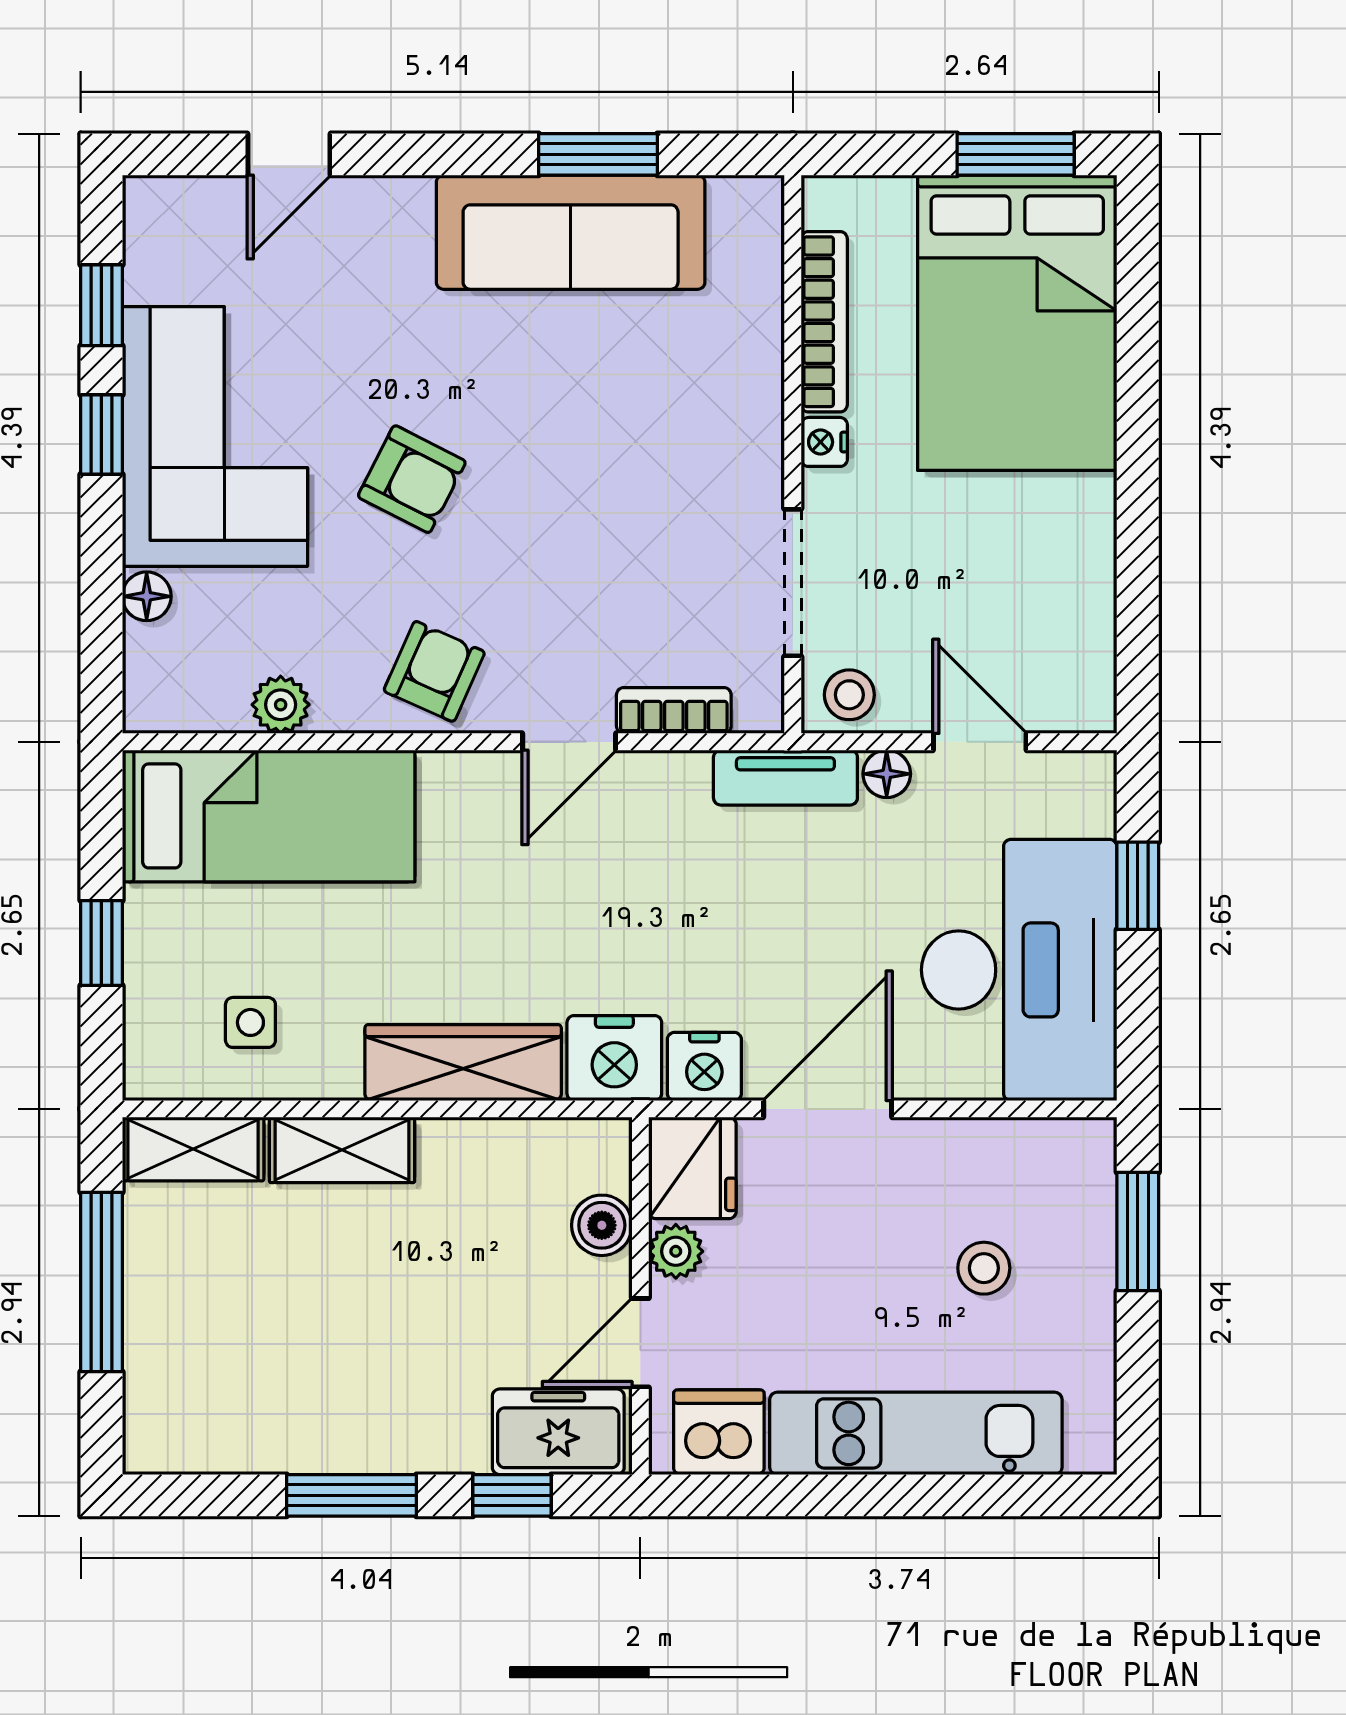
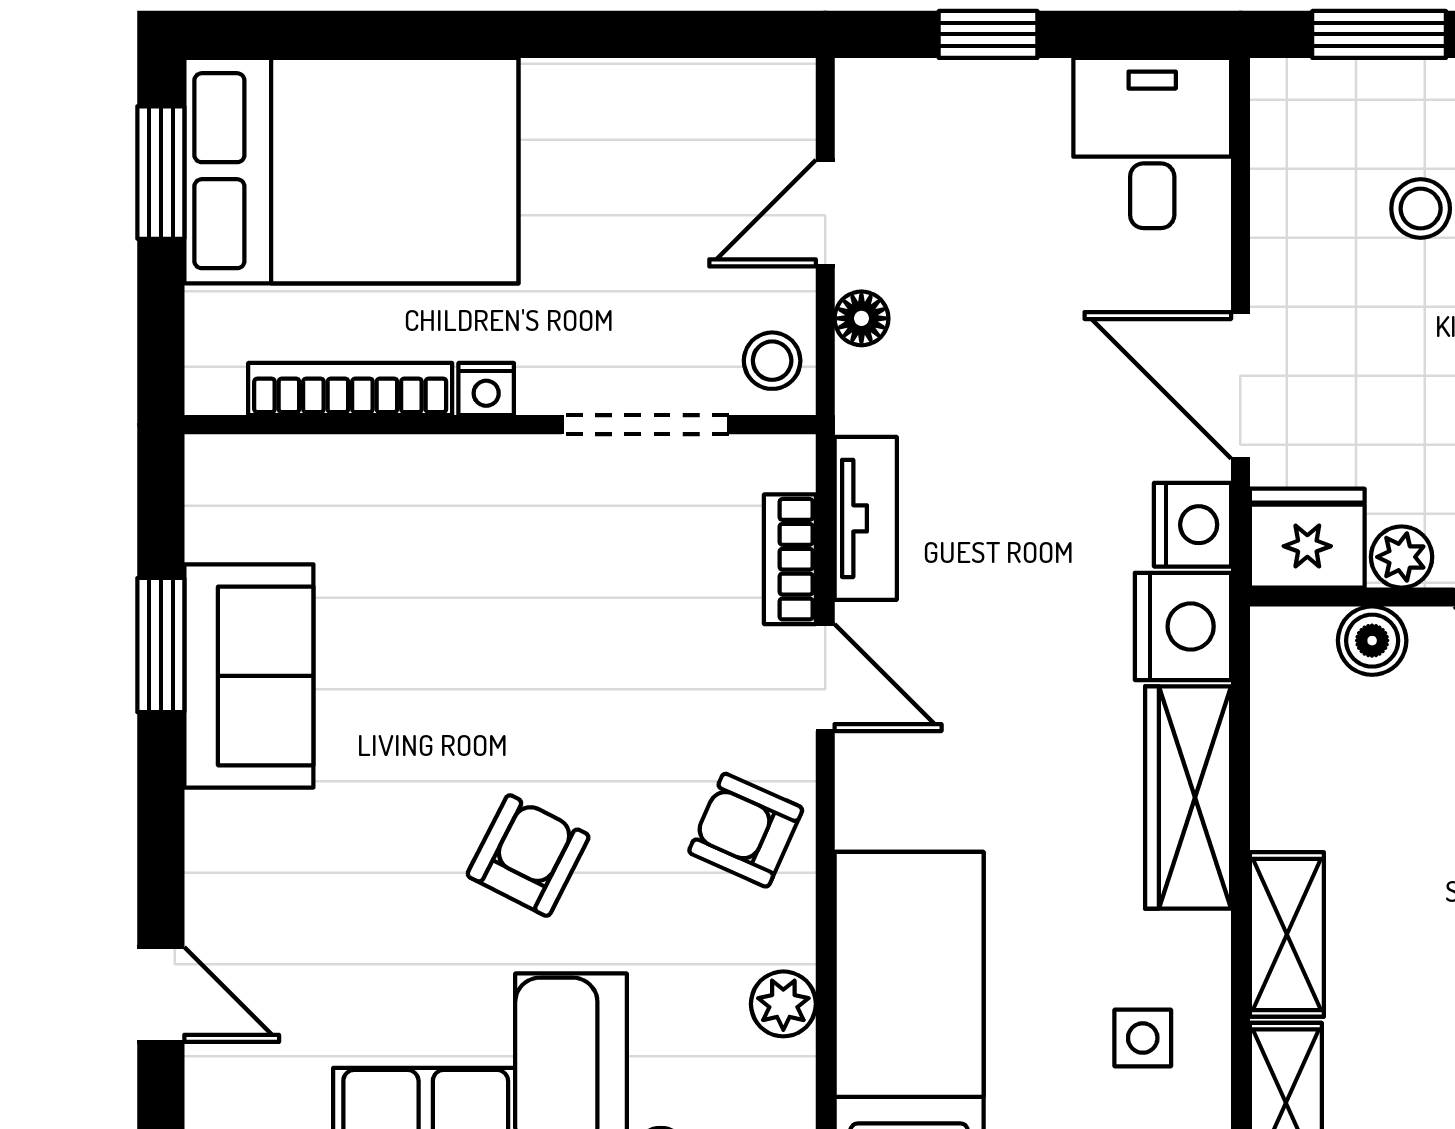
sofa: (571, 232) -> (249, 676), width x0.73
tv unit: (785, 778) -> (866, 518), moved
desk: (1019, 970) -> (1152, 143), width x0.53, depth x0.77

